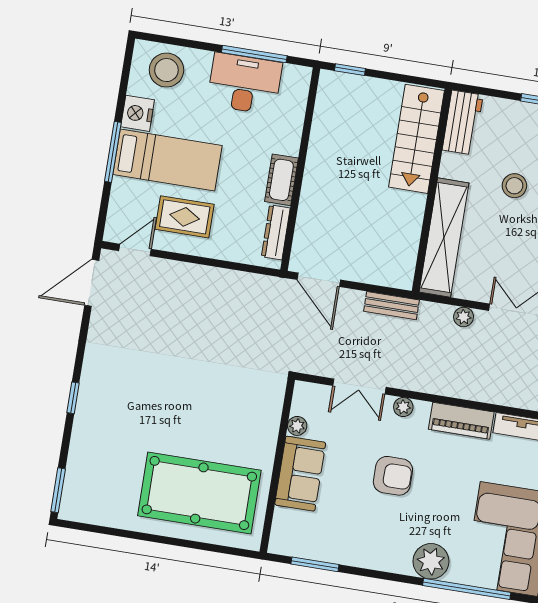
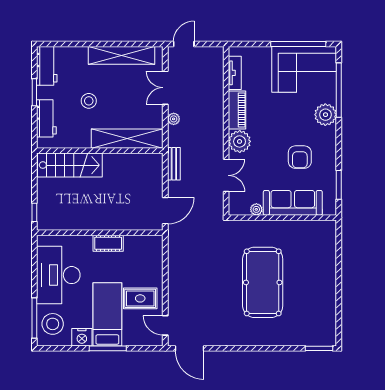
window: (254, 54) -> (34, 318), moved
desk: (245, 84) -> (58, 275), width x1.36, depth x1.30
workbench: (463, 123) -> (46, 118), moved, turned 90
rug: (185, 217) -> (140, 298), turned 90
dresser: (276, 232) -> (141, 241), removed
window: (73, 398) -> (261, 348), removed
plant: (403, 407) -> (240, 141), width x1.88, depth x1.88
sofa: (300, 474) -> (293, 203), width x1.36
armchair: (393, 476) -> (300, 157), moved, turned 180
pool table: (199, 493) -> (263, 282), moved

